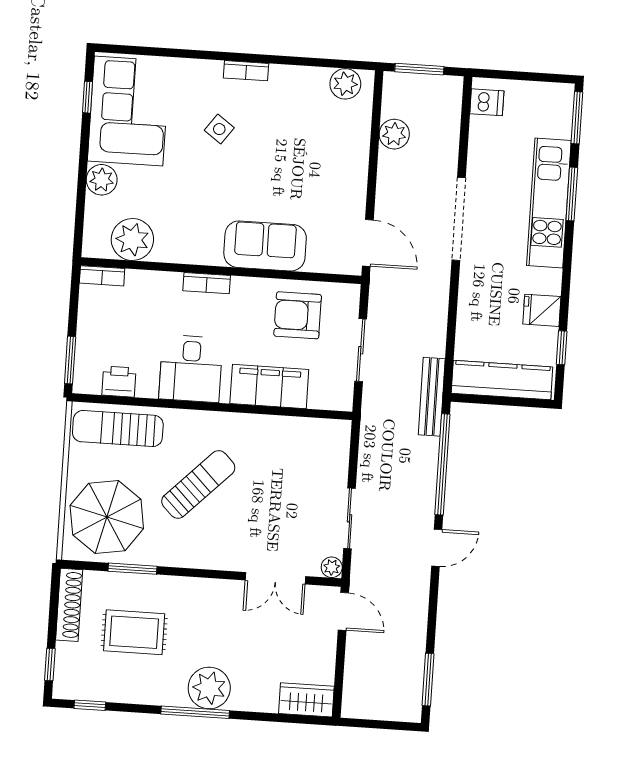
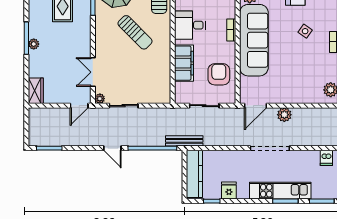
plant: (394, 134) -> (284, 115), moved
sofa: (265, 246) -> (254, 40), width x1.85, depth x1.27
plant: (209, 688) -> (34, 44), width x0.53, depth x0.53

